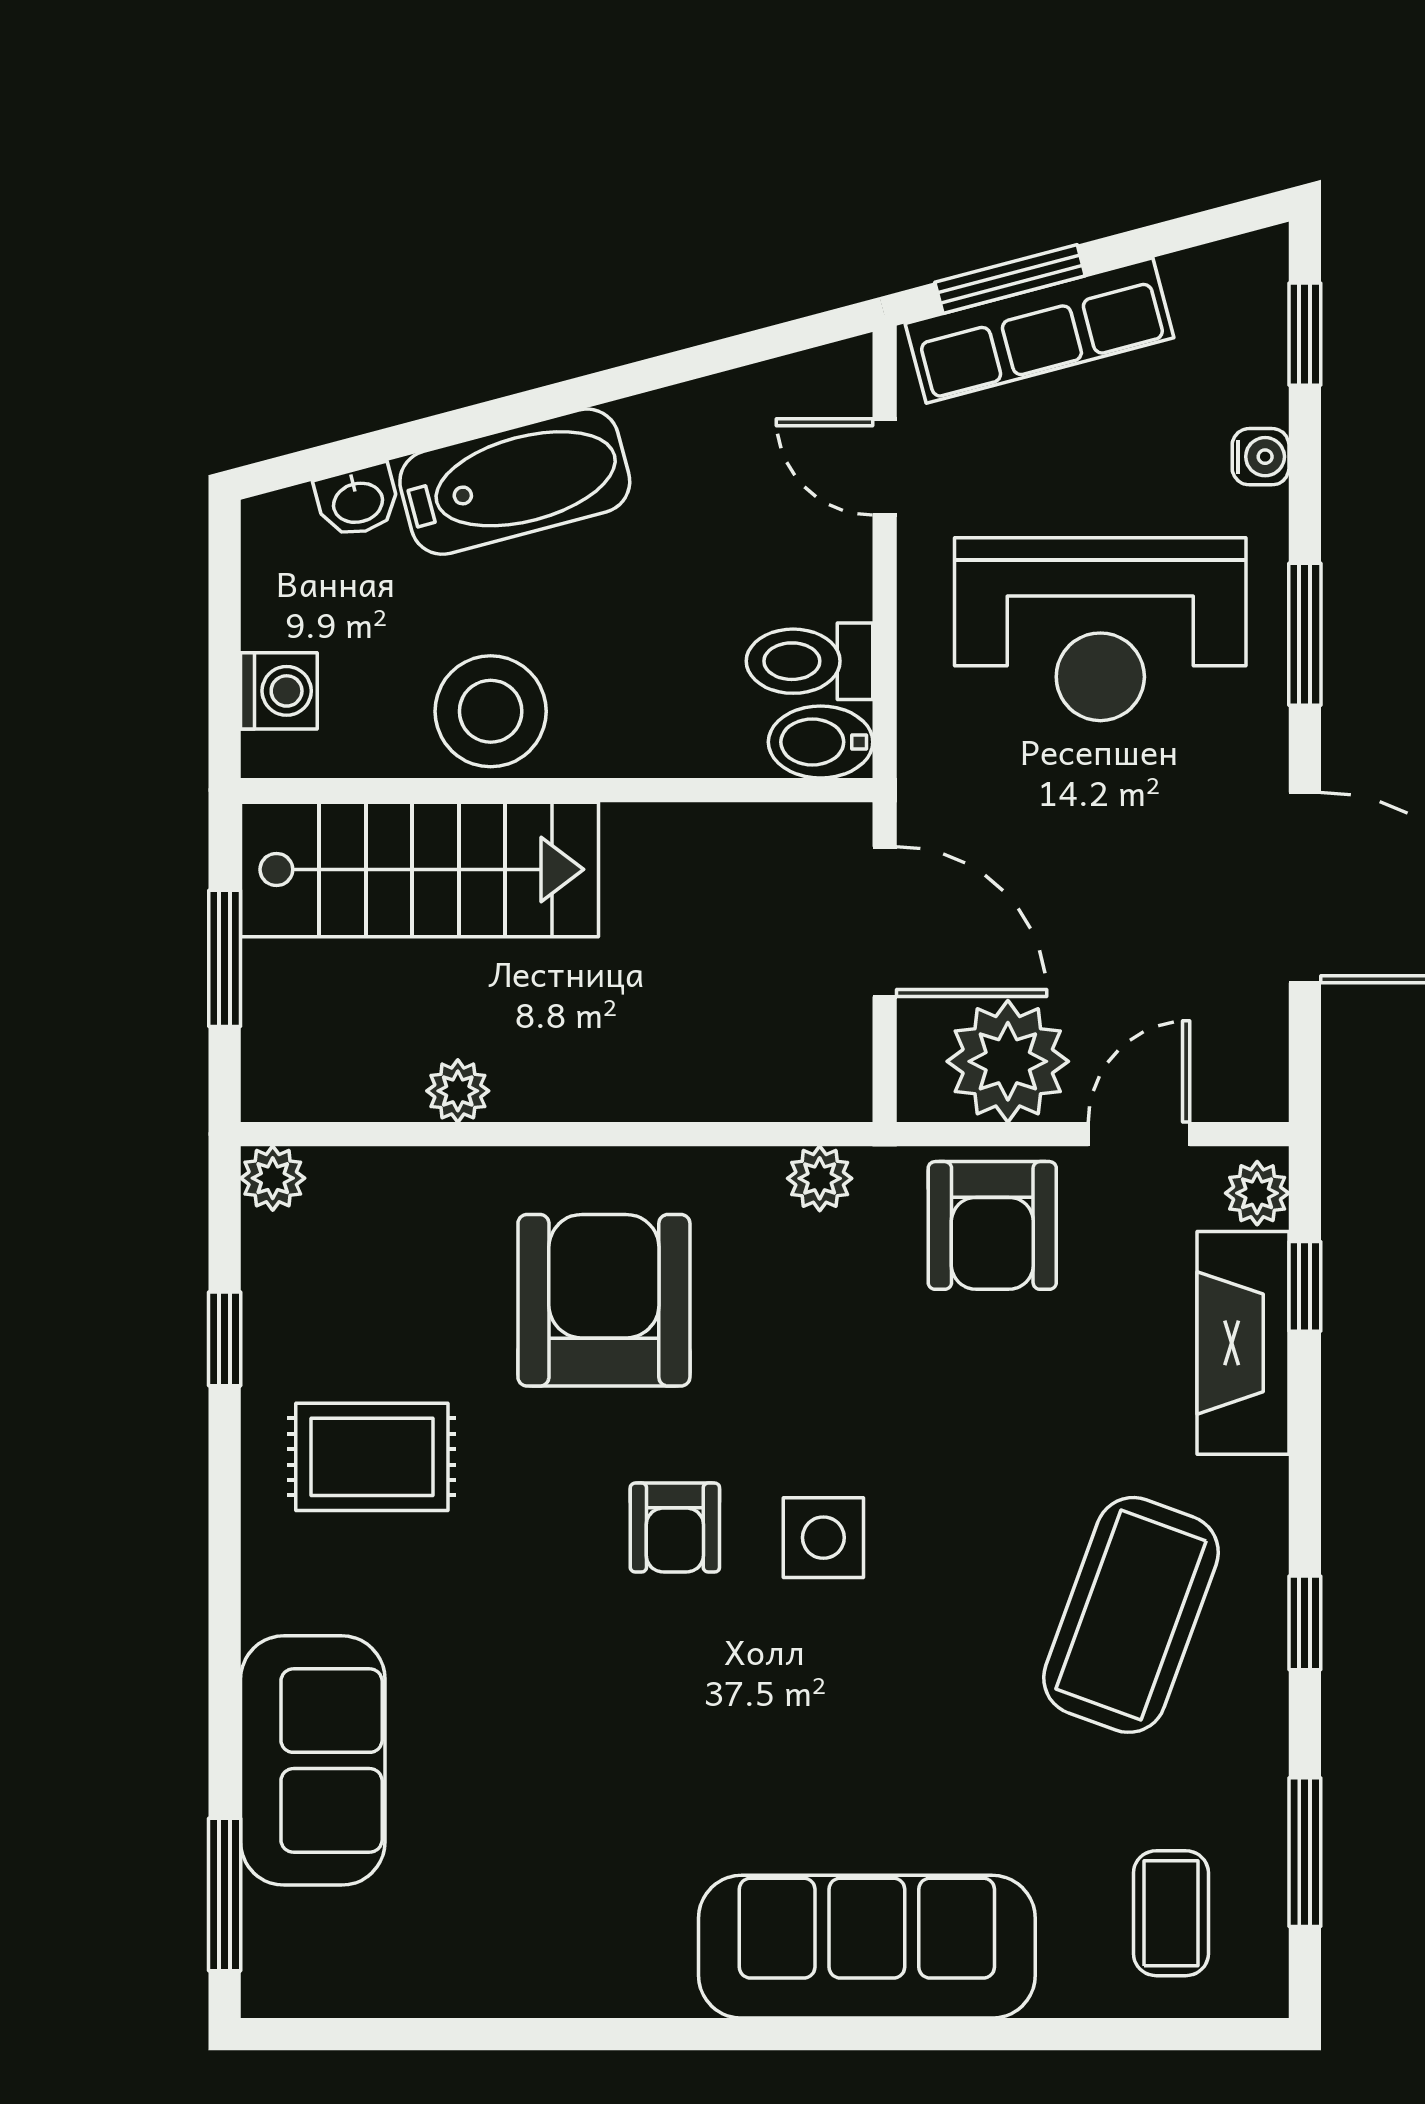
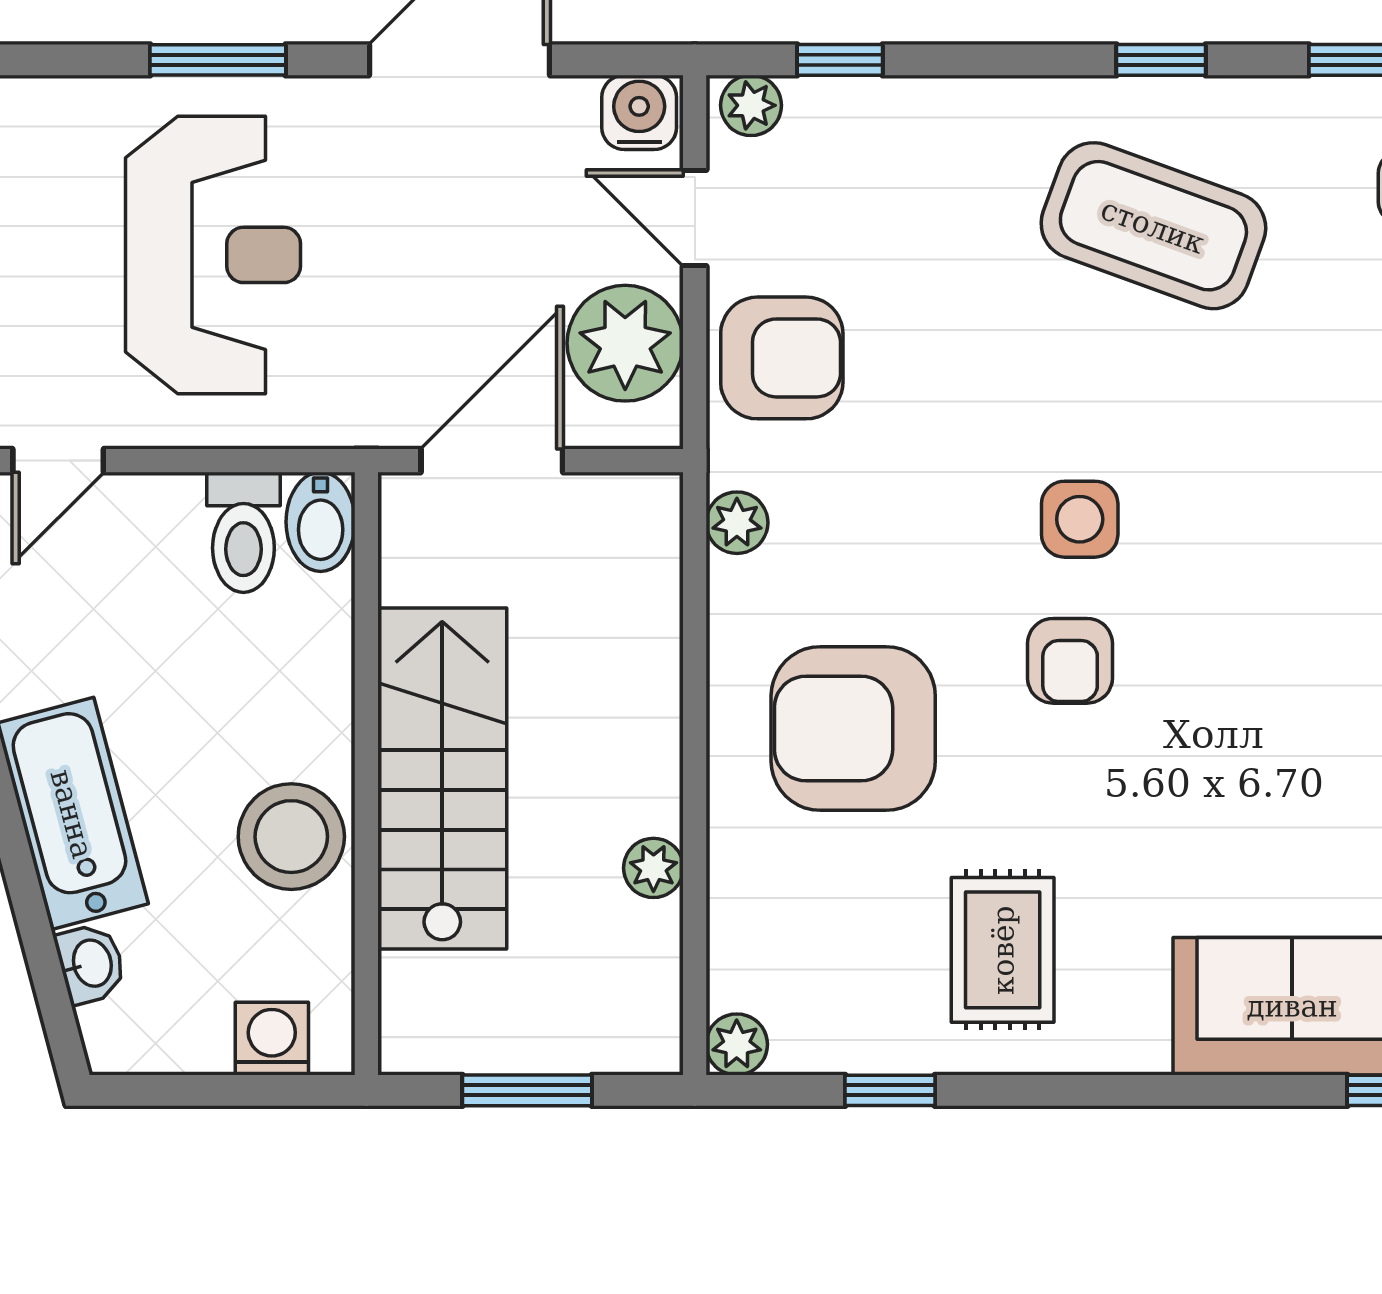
water cooler: (1261, 457) -> (639, 112), moved, width x1.38, depth x1.38
stairs: (419, 869) -> (442, 778), moved
fireplace: (1243, 1343) -> (894, 119), removed
armchair: (675, 1528) -> (1070, 661), turned 90

